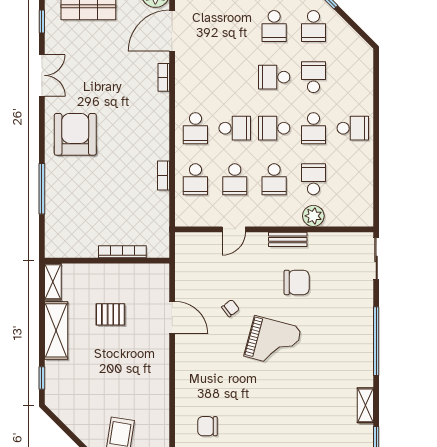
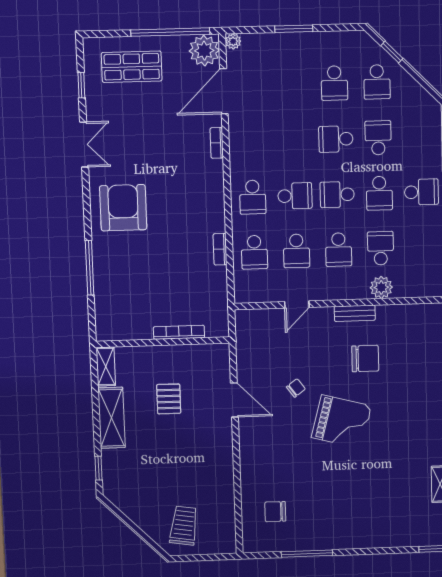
pallet: (110, 314) -> (169, 399), turned 90

